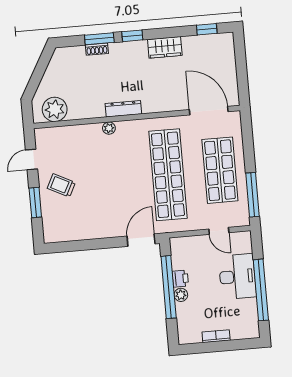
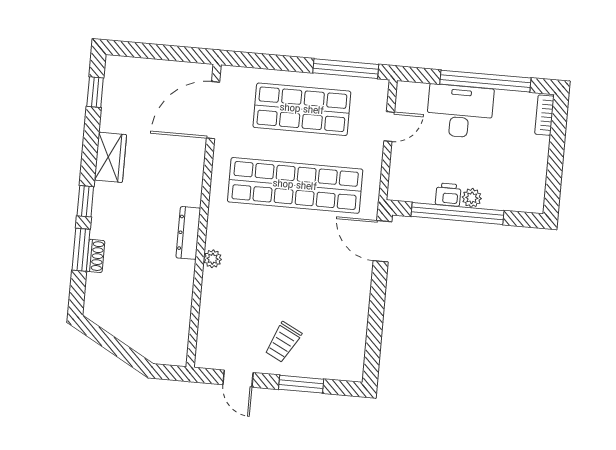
plant: (55, 109) -> (172, 332), removed
bookcase: (216, 336) -> (544, 115), moved

